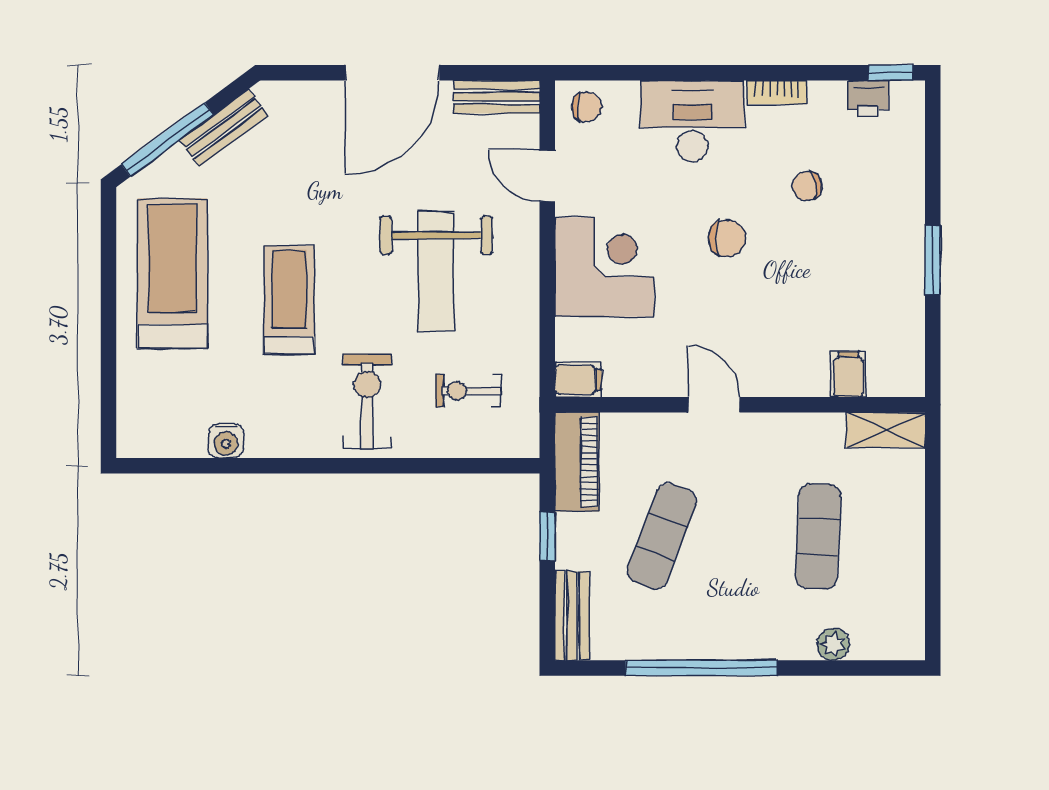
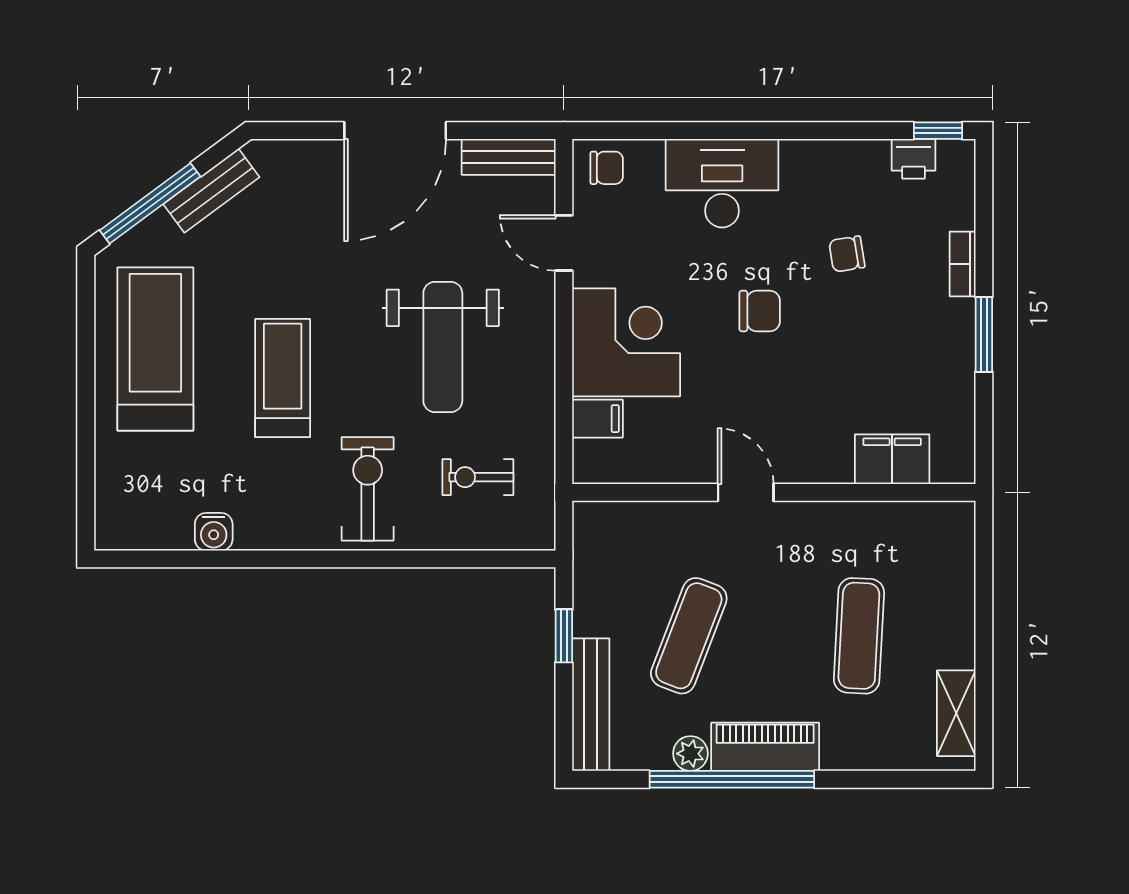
bookcase: (777, 92) -> (963, 264), moved, turned 90
filing cabinet: (848, 374) -> (892, 459), width x2.00
filing cabinet: (578, 380) -> (597, 419), moved
shelving: (886, 430) -> (956, 713), moved, turned 90
piano: (577, 462) -> (765, 747), moved, turned -90
bench: (572, 616) -> (591, 705), width x1.36
plant: (833, 644) -> (690, 754), moved

